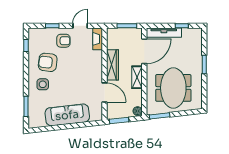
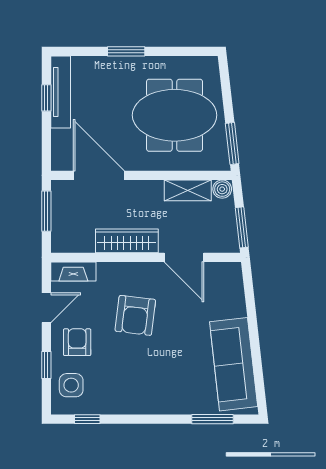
door: (80, 26) -> (46, 308), swing flipped
tv unit: (164, 33) -> (61, 92), moved
armchair: (48, 62) -> (135, 315), moved
shelving: (137, 77) -> (188, 190), moved
side table: (43, 84) -> (71, 385), moved
door: (104, 93) -> (184, 257), swing flipped
sofa: (67, 115) -> (234, 364), moved

